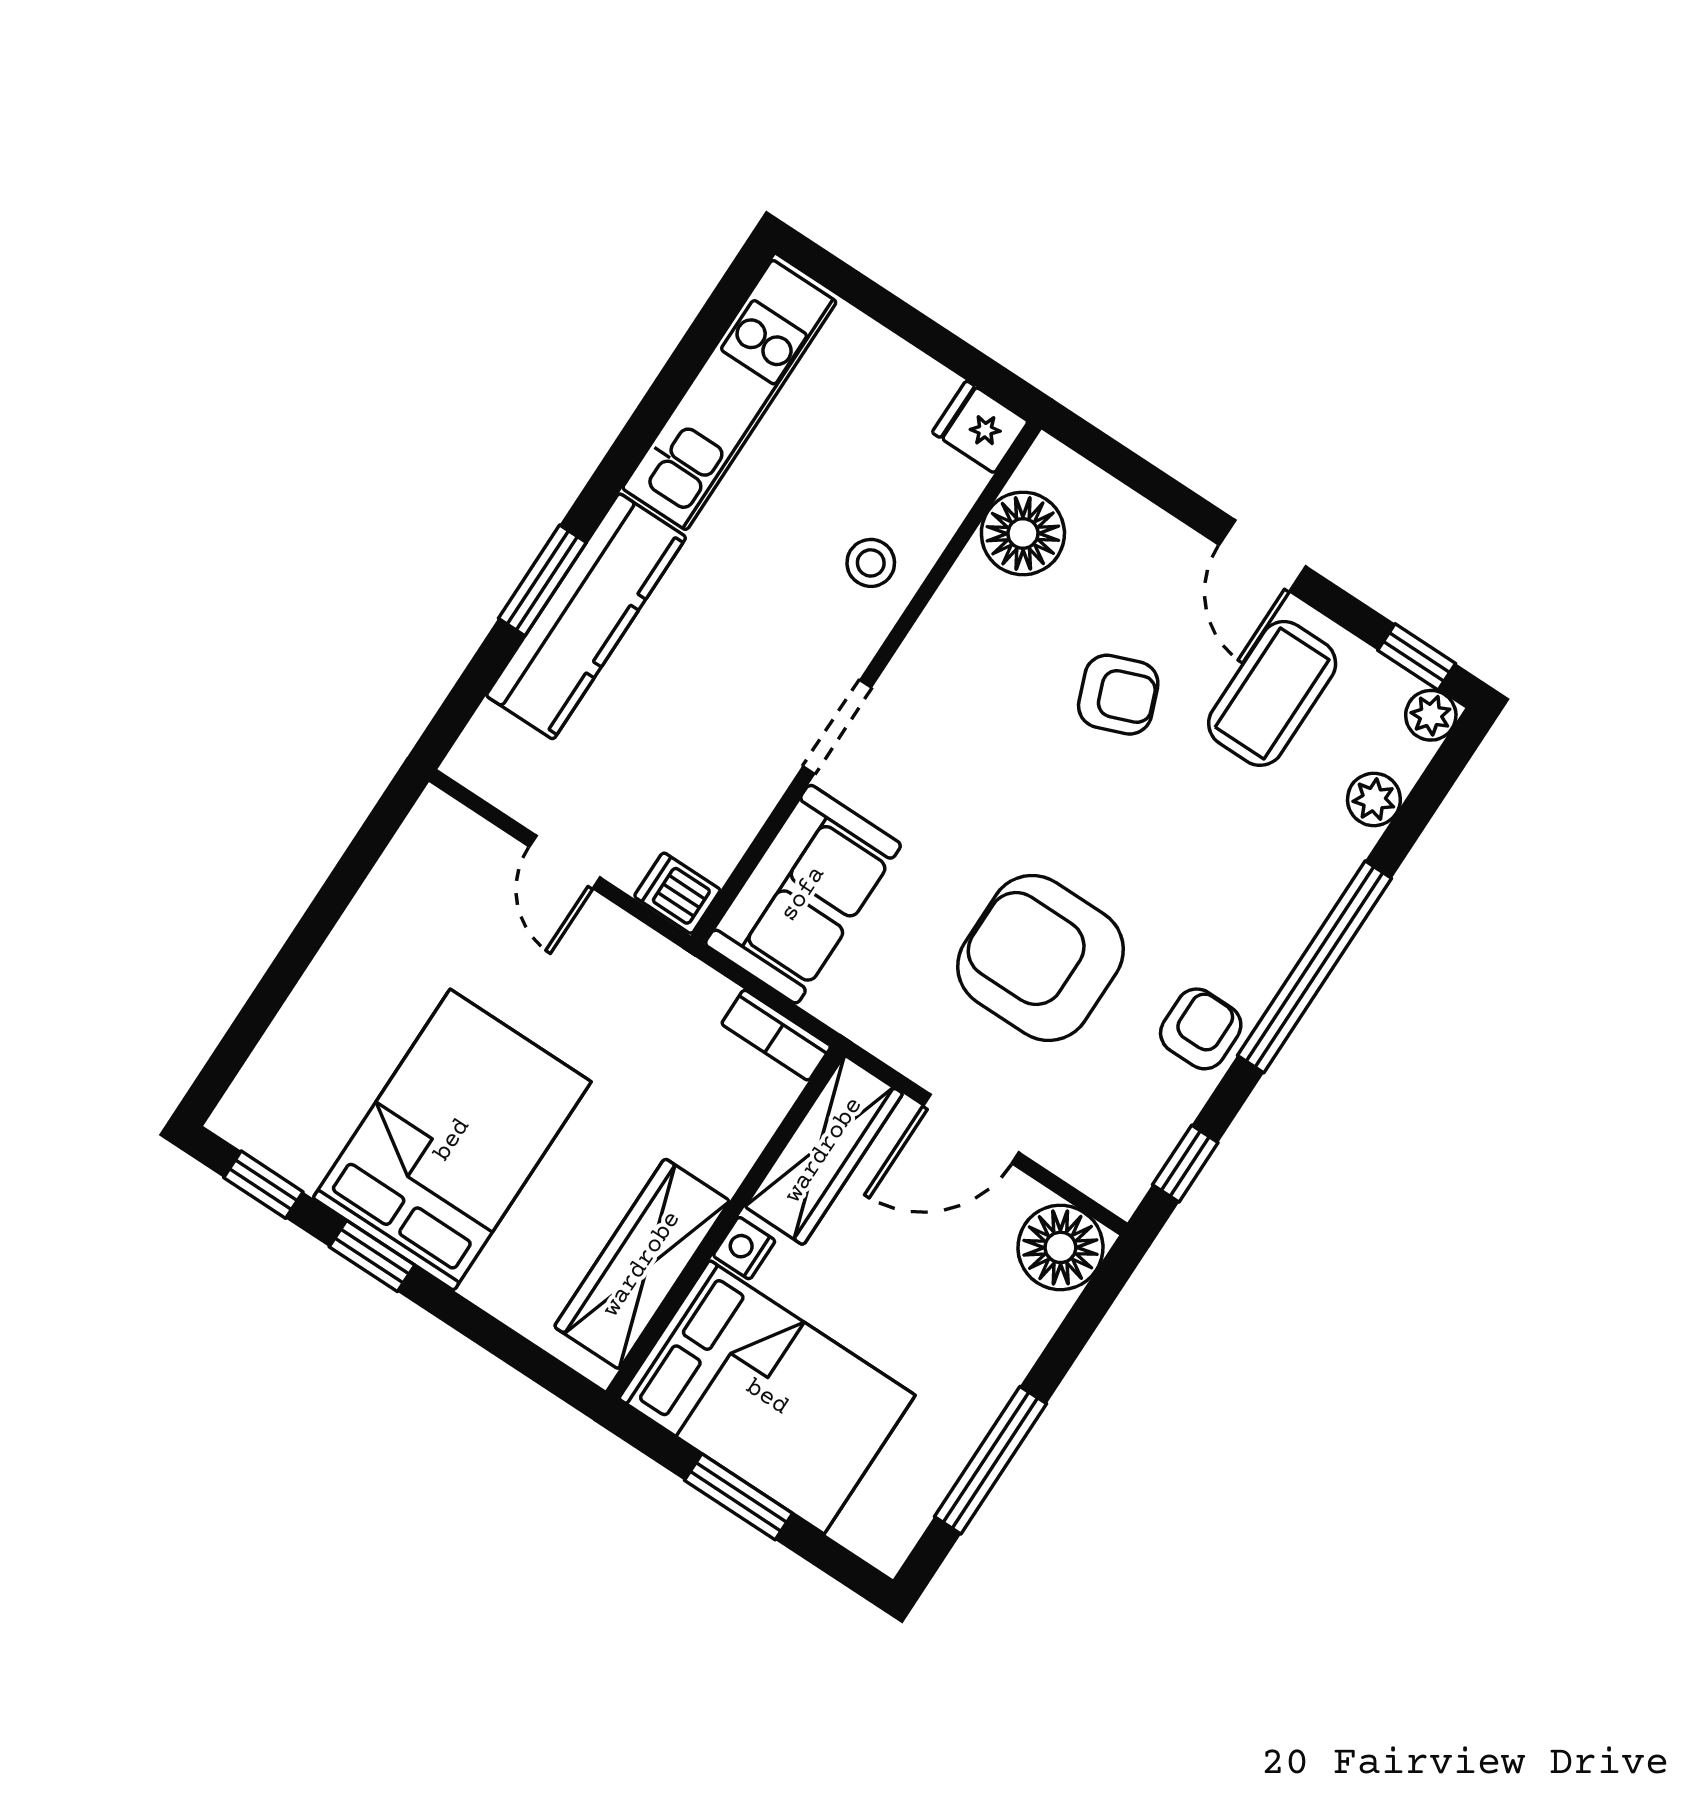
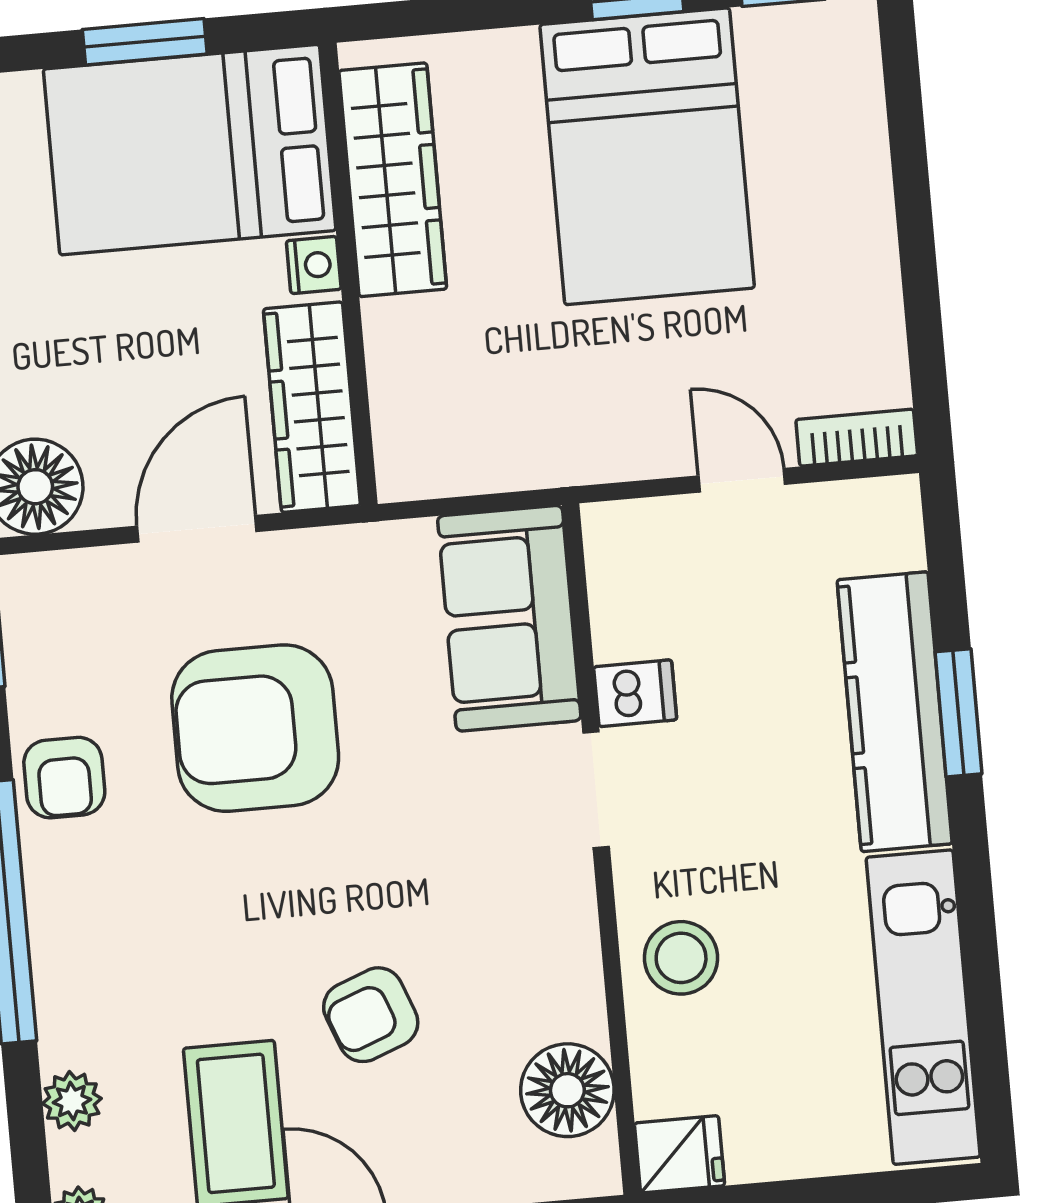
stool: (871, 563) -> (681, 958), width x1.37, depth x1.37
dishwasher: (677, 893) -> (635, 693), moved
armchair: (1040, 958) -> (255, 728), turned 180
bookcase: (776, 1035) -> (857, 438), moved

